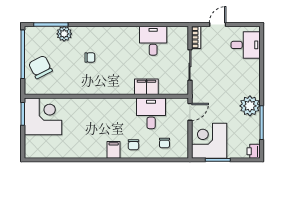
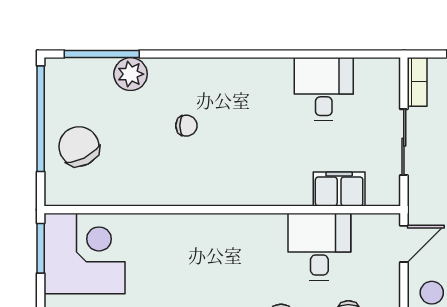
filing cabinet: (146, 87) -> (339, 189), moved

